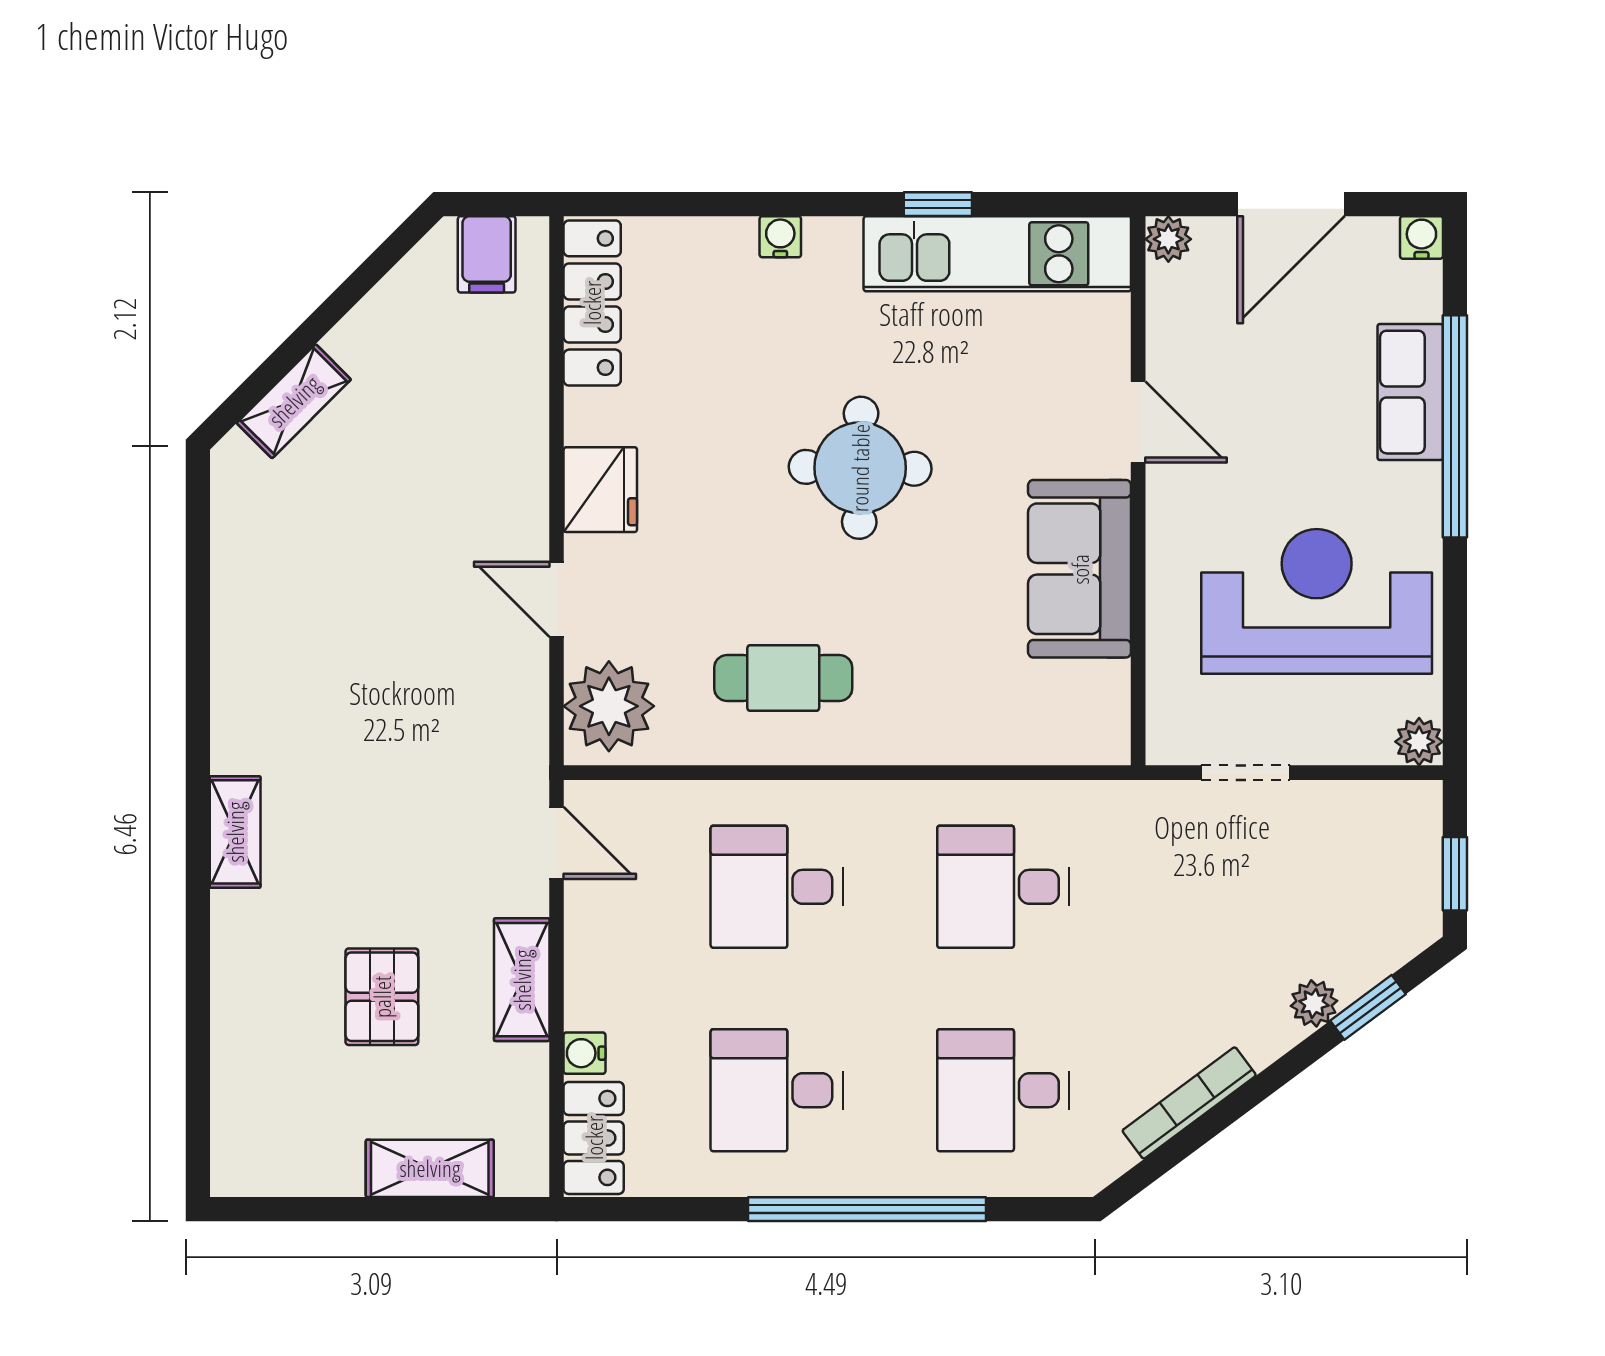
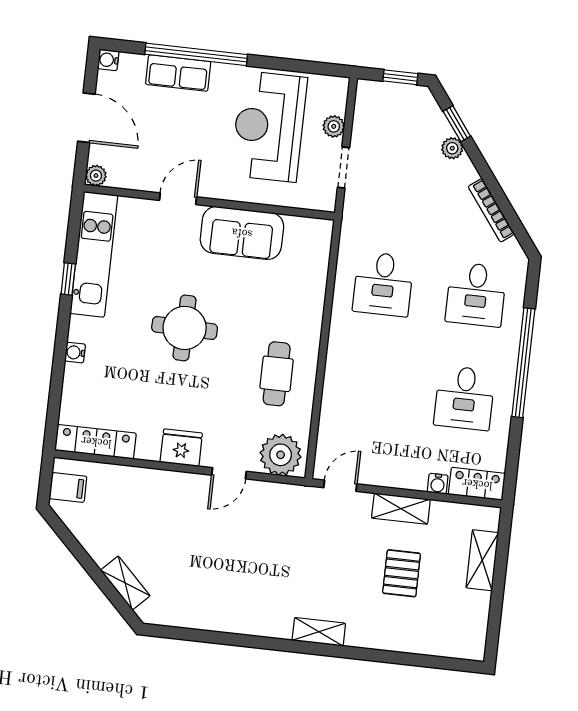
plant: (1419, 742) -> (334, 126), moved
desk: (777, 887) -> (372, 387), removed
pallet: (382, 997) -> (402, 573), turned 90

